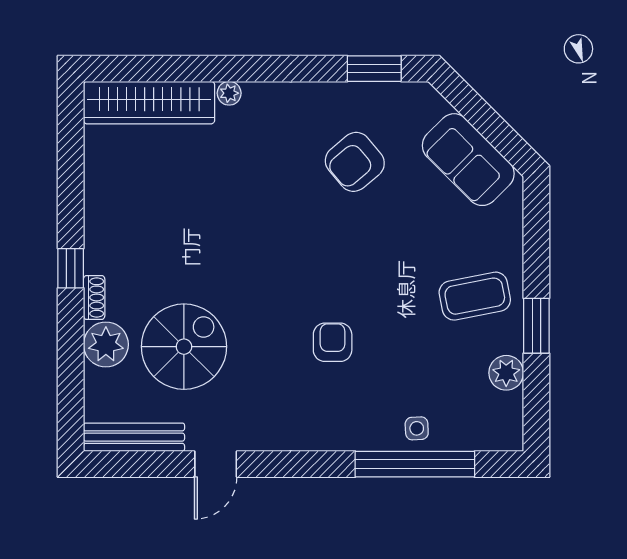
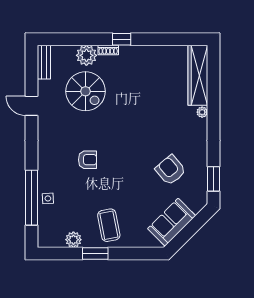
bench: (134, 437) -> (44, 62), width x0.73

